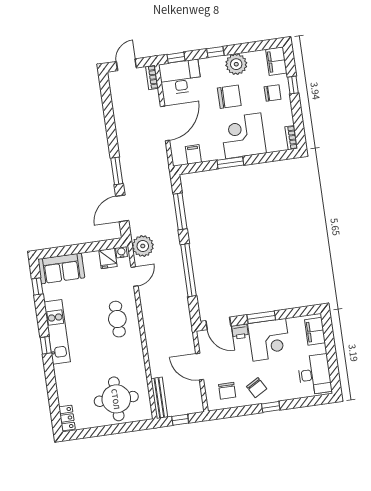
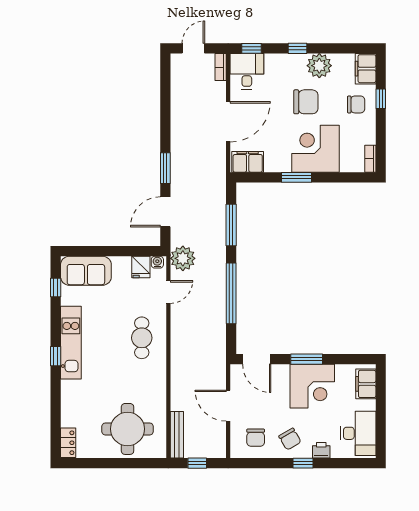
desk: (180, 77) -> (247, 71), width x0.73
filing cabinet: (193, 154) -> (248, 162), width x2.00
printer: (240, 332) -> (321, 450), moved, turned 180

